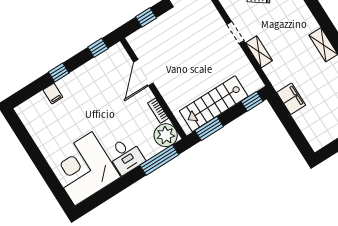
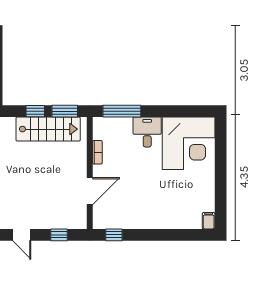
window: (59, 73) -> (159, 235), removed
filing cabinet: (53, 94) -> (209, 221), moved
window: (252, 101) -> (35, 111), moved
plant: (166, 135) -> (104, 128), removed

